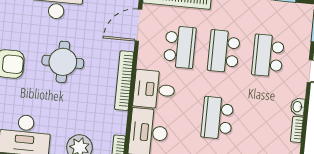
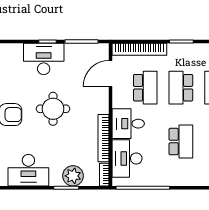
bookcase: (124, 81) -> (103, 138), moved
school desk: (217, 118) -> (181, 142), turned 180

